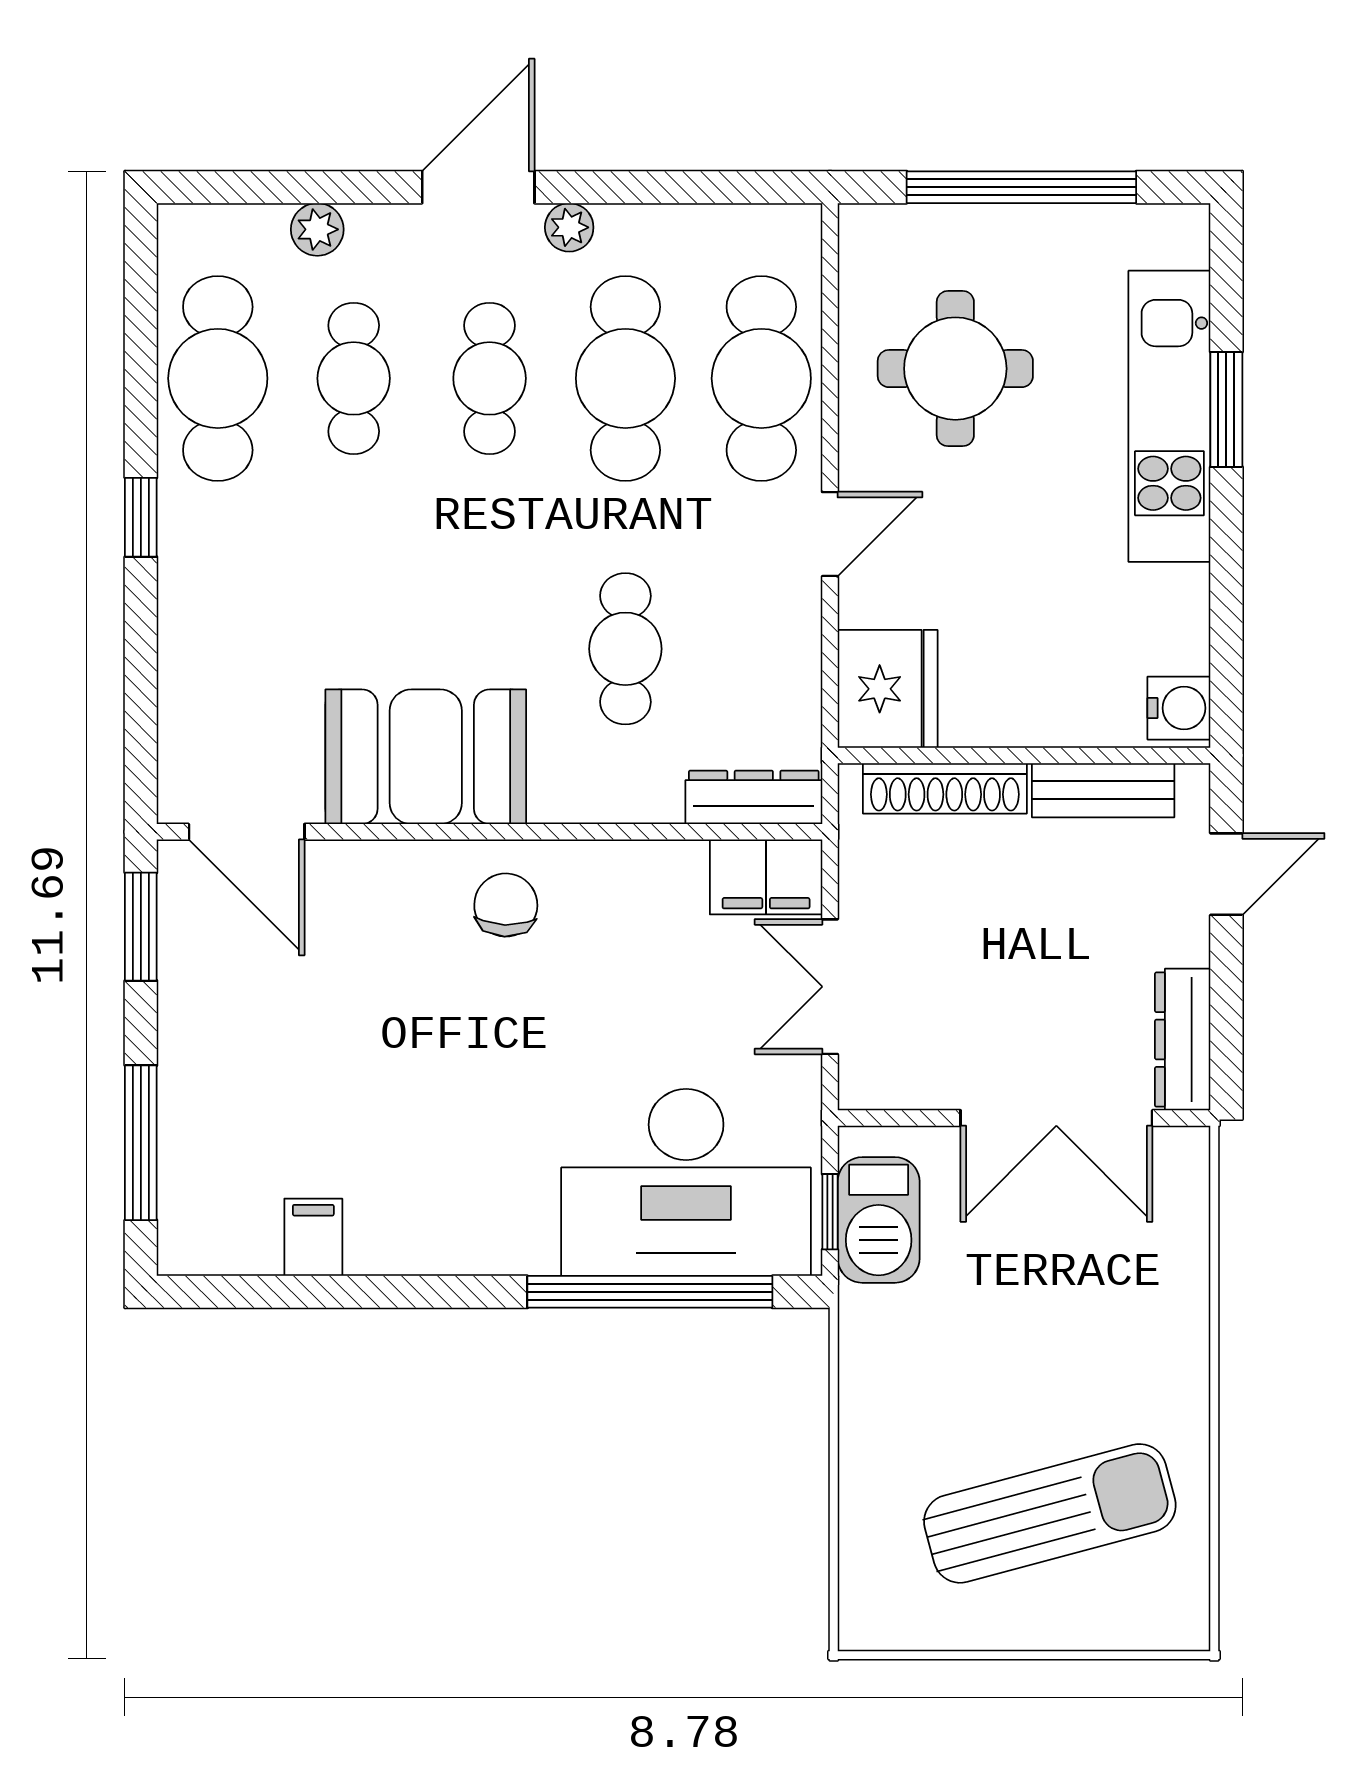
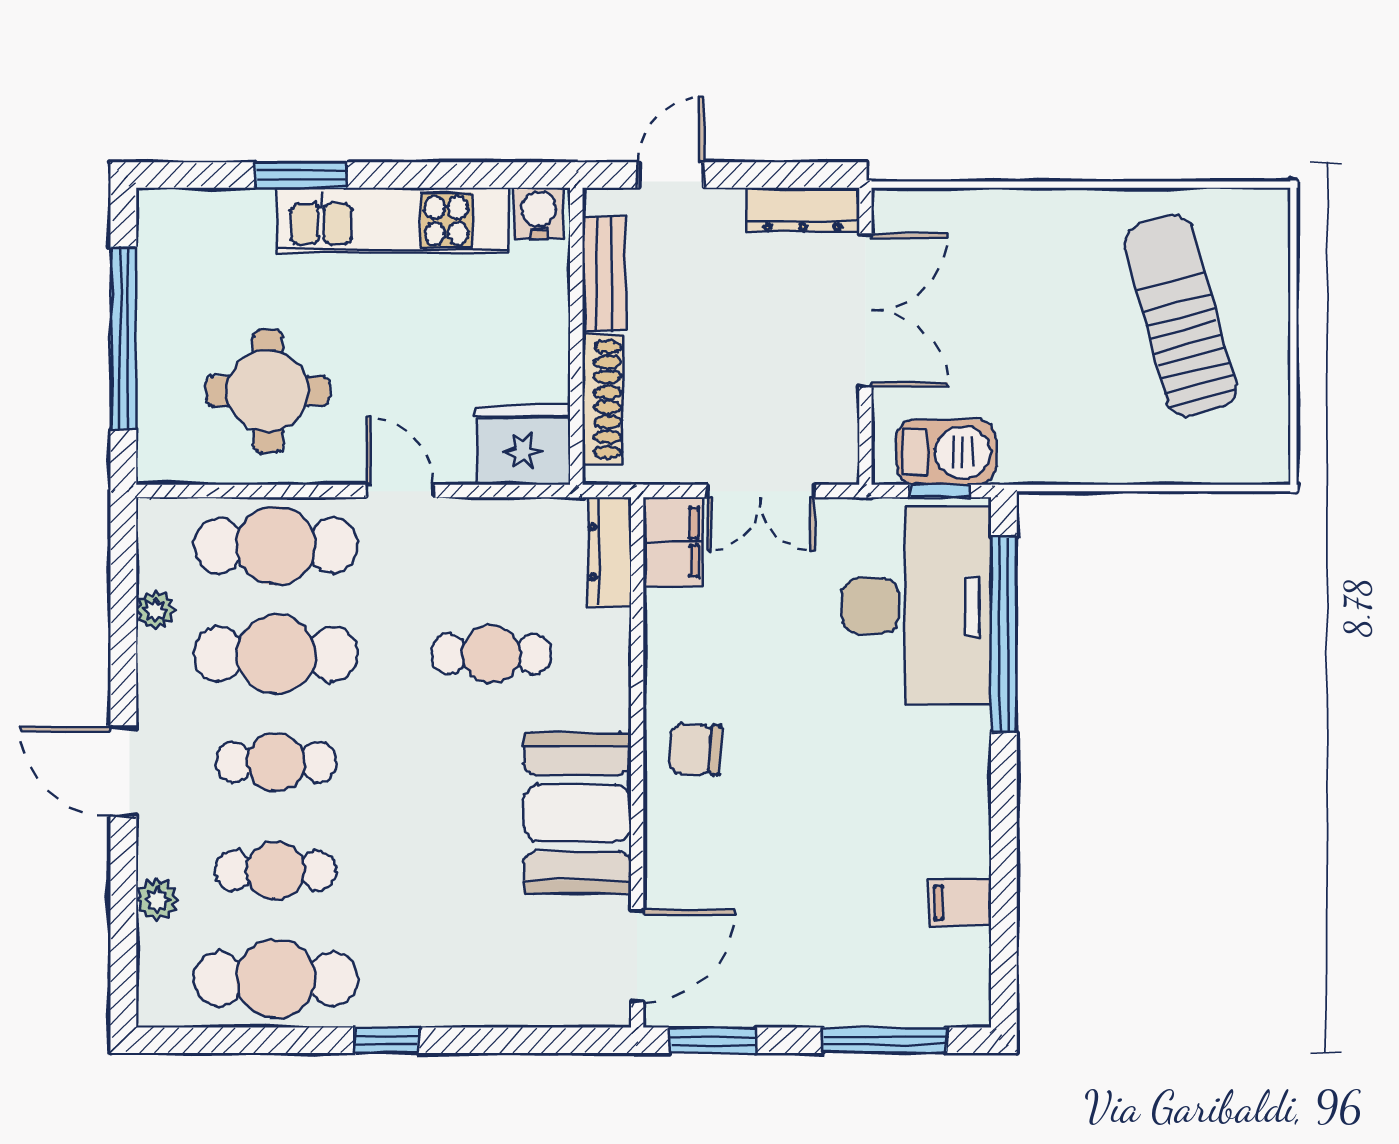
plant: (569, 227) -> (155, 610), moved
kitchen unit: (1169, 416) -> (393, 220), moved
door: (1226, 874) -> (671, 175), hinge flipped

